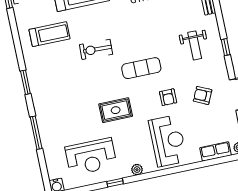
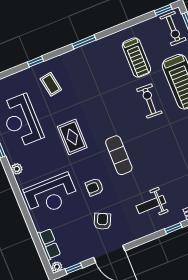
window: (226, 47) -> (173, 228), moved
exercise bike: (96, 49) -> (149, 101), moved
coffee table: (61, 122) -> (51, 84), added
window: (36, 133) -> (36, 62), width x0.46

